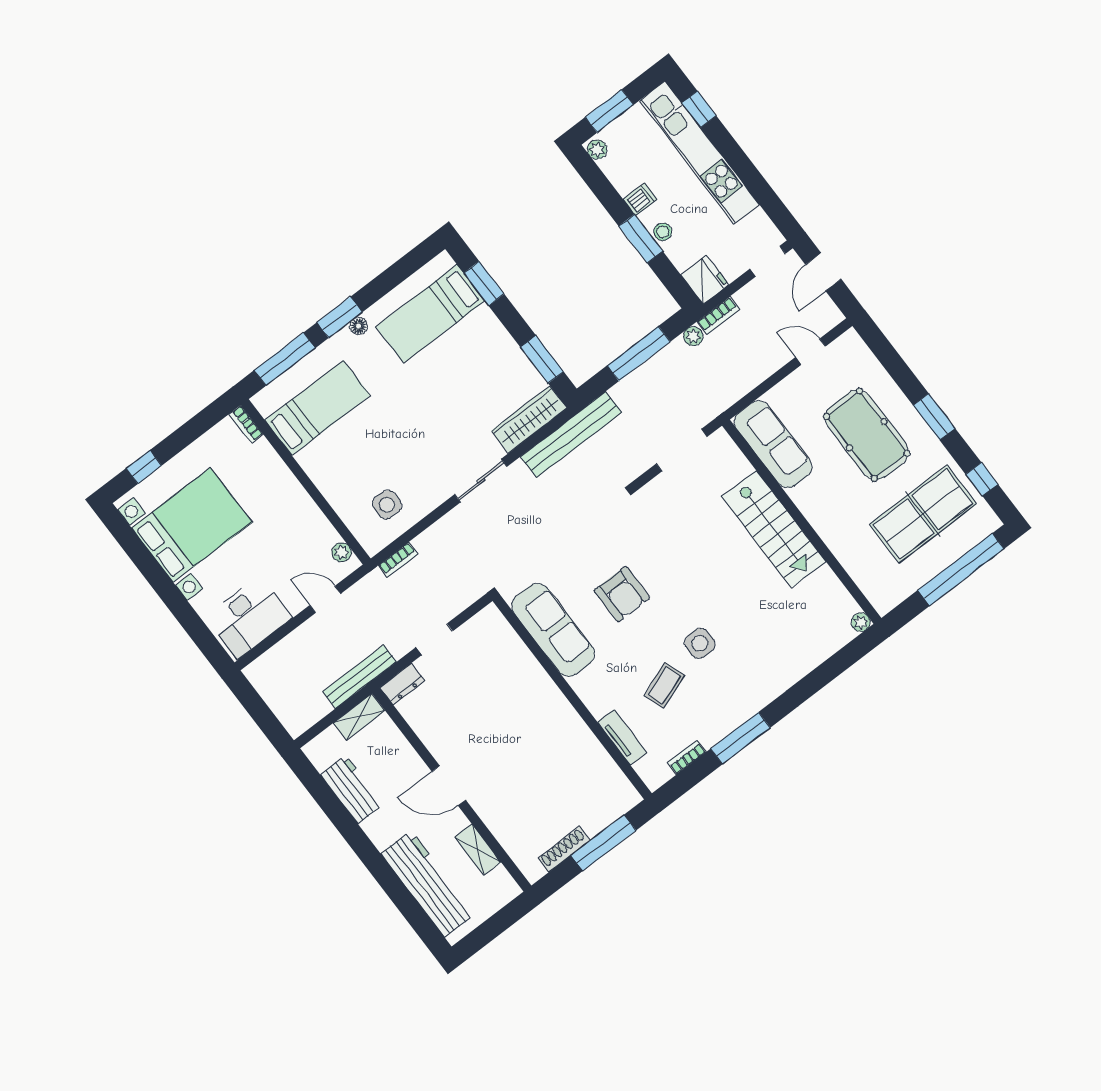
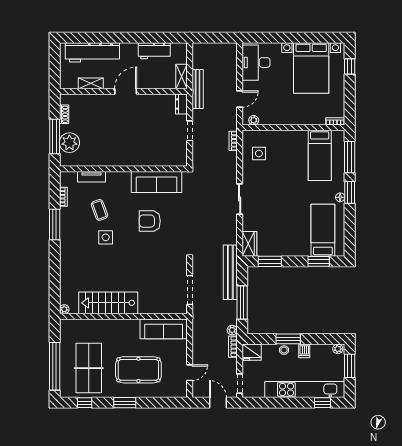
wardrobe: (529, 419) -> (249, 244), width x0.67
bench: (571, 434) -> (230, 272), moved
stairs: (774, 529) -> (108, 303), moved
plant: (595, 812) -> (69, 143), added
shoe rack: (564, 849) -> (64, 114), width x0.70

